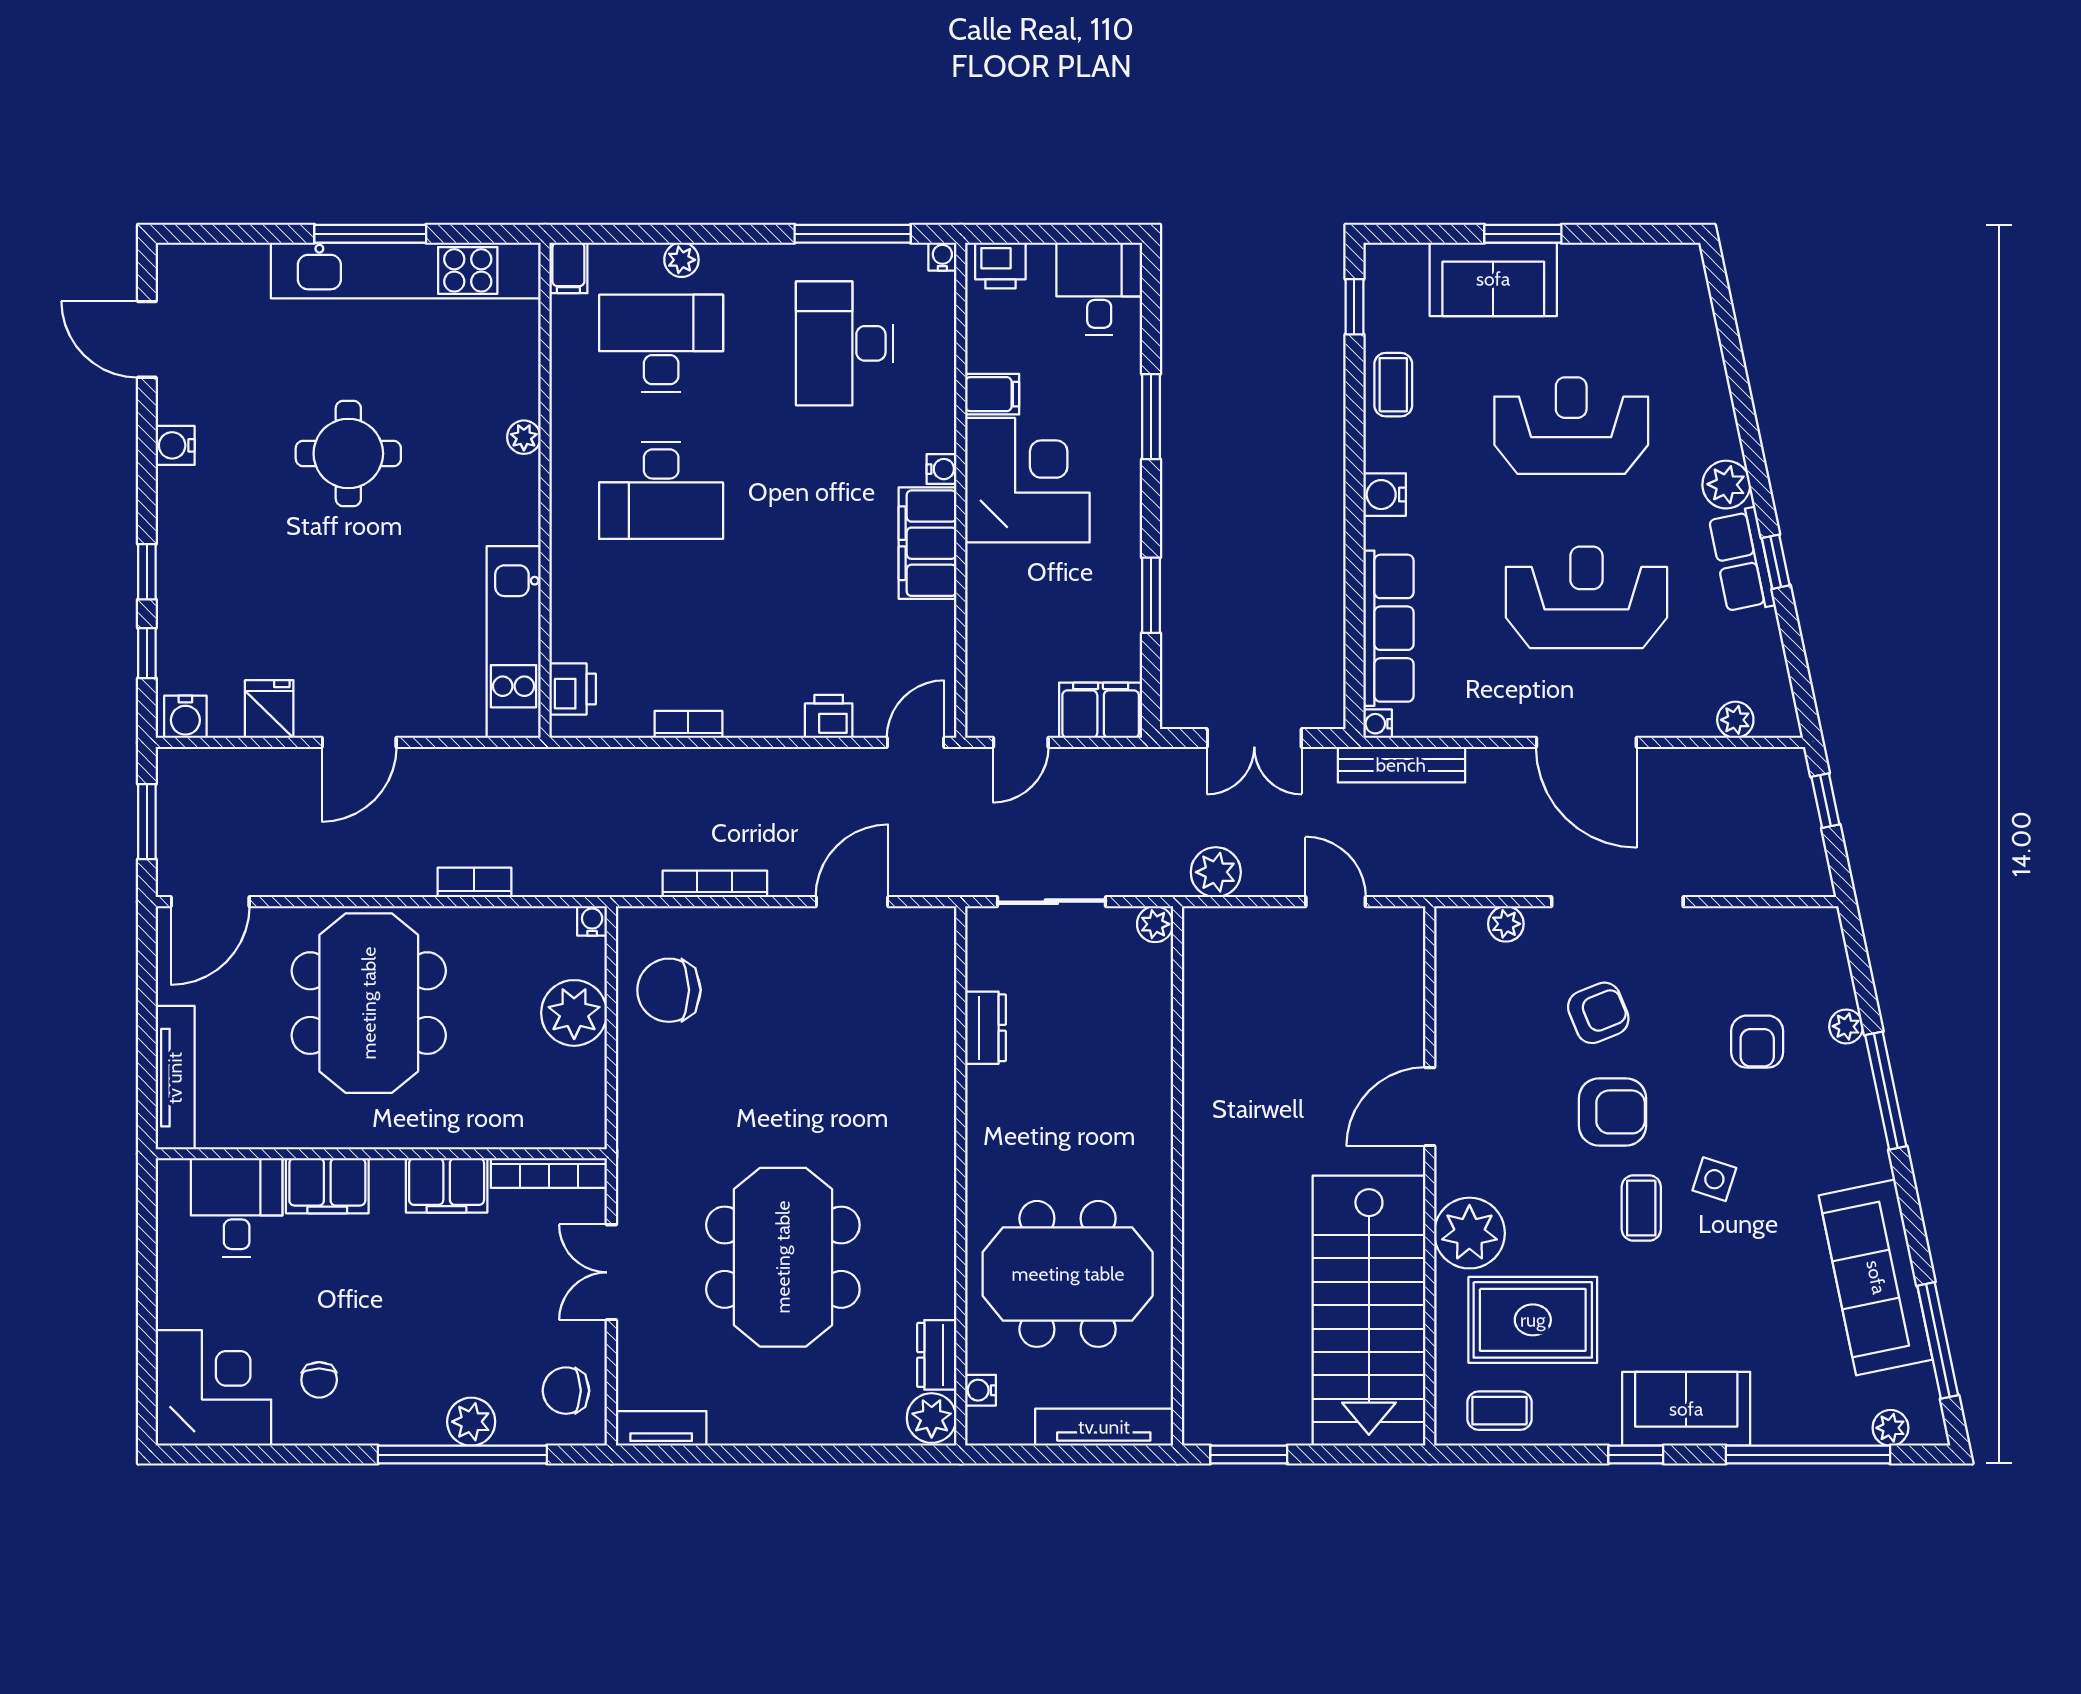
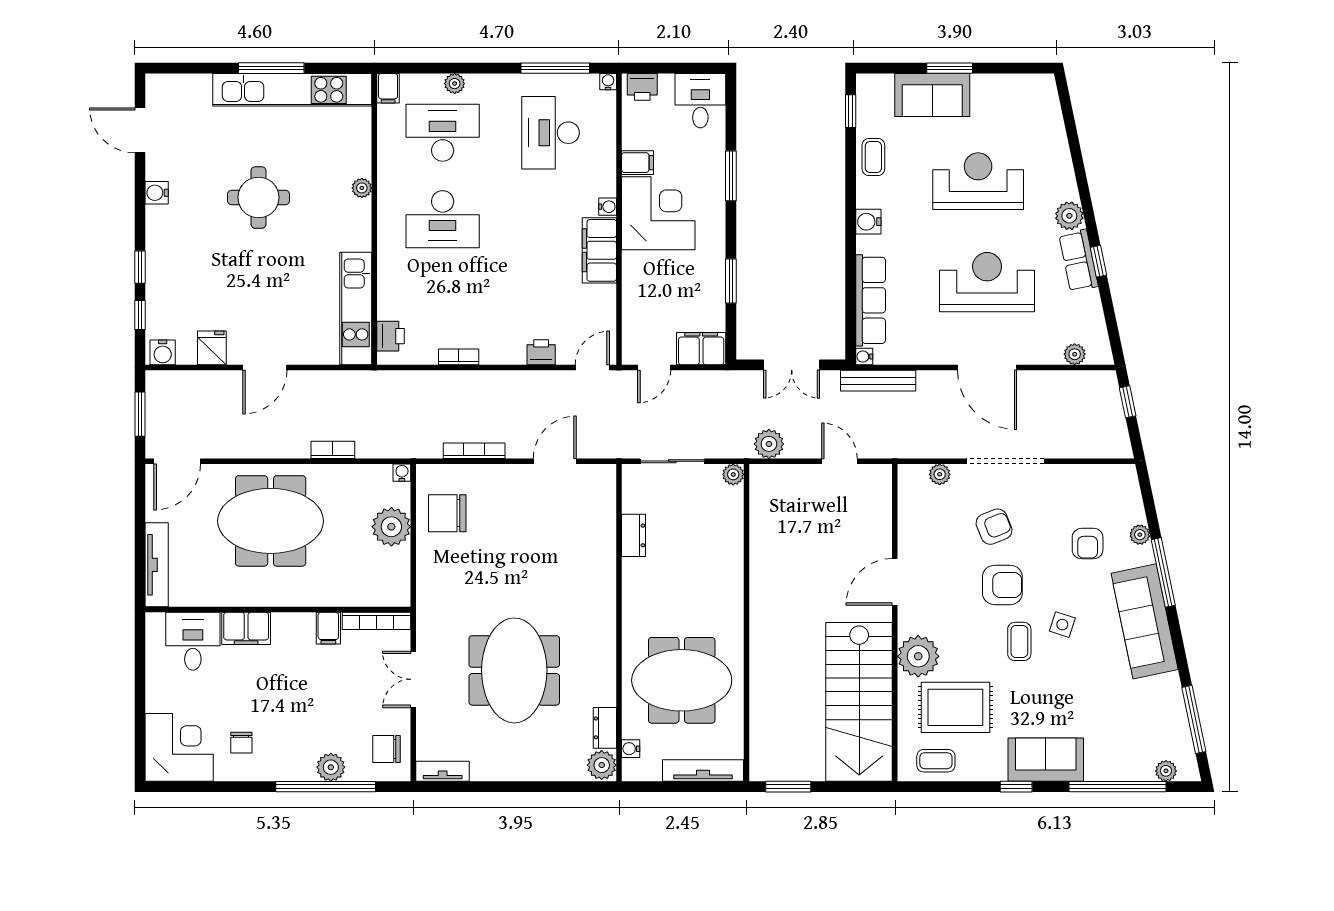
meeting table: (369, 1003) -> (271, 521), turned 90
filing cabinet: (447, 1185) -> (328, 628), width x0.50
sofa: (1876, 1277) -> (1145, 621), moved

